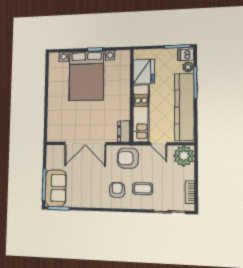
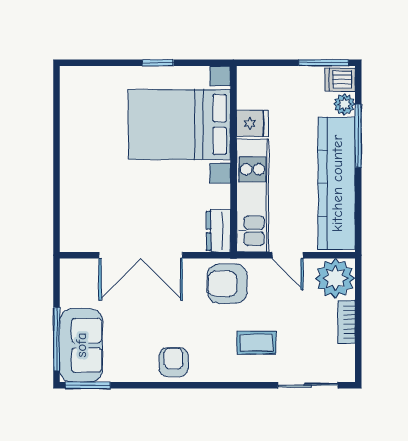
fridge: (144, 72) -> (252, 123), width x0.53, depth x0.75
bed with nightstands: (86, 76) -> (179, 125), moved, turned 90
armchair: (117, 190) -> (174, 362), moved
bookcase: (190, 192) -> (347, 322), moved

